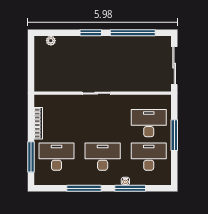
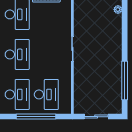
window: (91, 33) -> (125, 44), removed
sliding door: (174, 66) -> (96, 117), width x0.73
window: (174, 135) -> (36, 117), width x1.46

